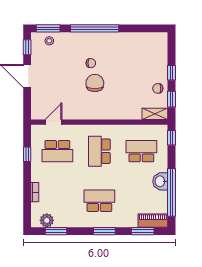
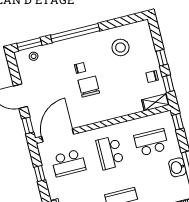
window: (27, 47) -> (28, 125), moved
stool: (134, 53) -> (120, 47), added
door: (53, 122) -> (58, 135), width x1.88

